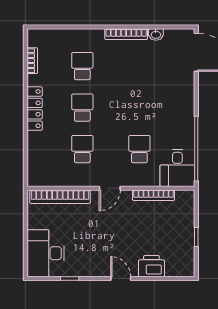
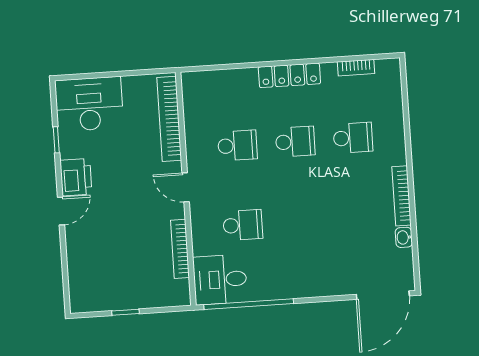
printer: (151, 266) -> (76, 177), moved

